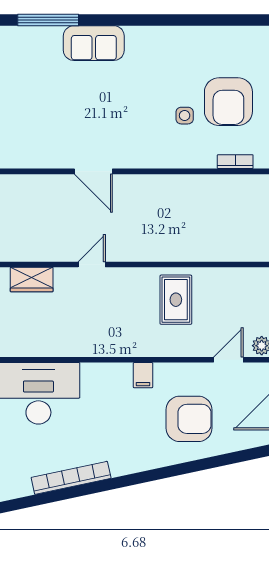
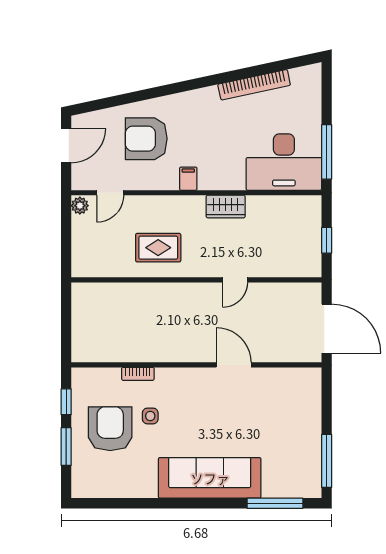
sofa: (94, 43) -> (210, 478), width x1.85, depth x1.27
bookcase: (235, 162) -> (138, 374), moved
wardrobe: (32, 280) -> (226, 206), moved, turned 180
rug: (176, 300) -> (158, 248), turned 90

